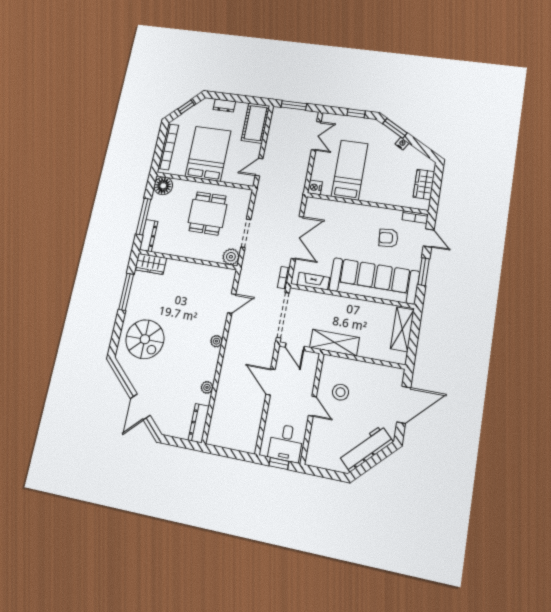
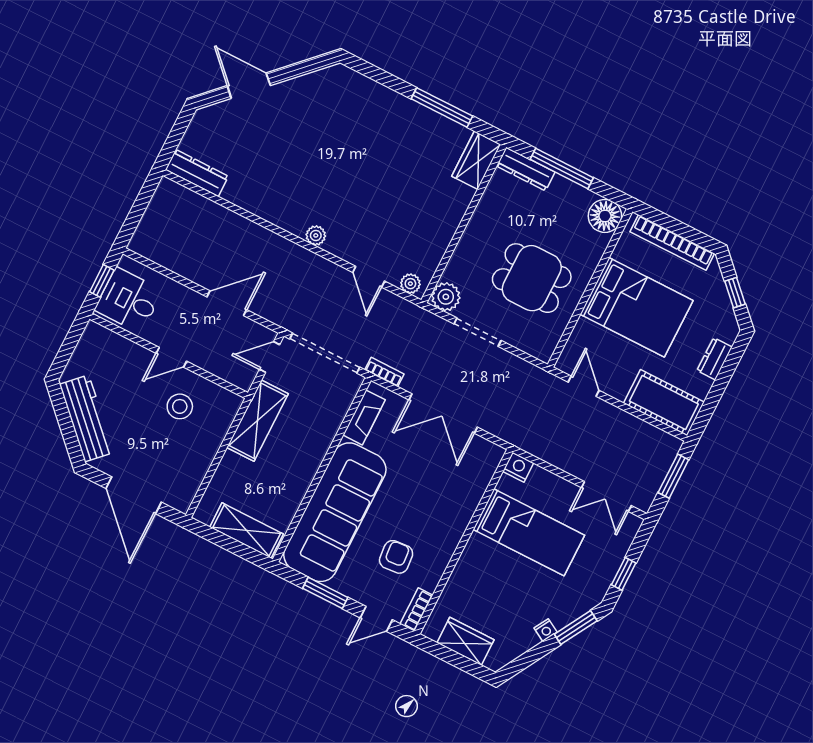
spiral stairs: (145, 339) -> (354, 120), removed
plant: (207, 387) -> (410, 284), moved

